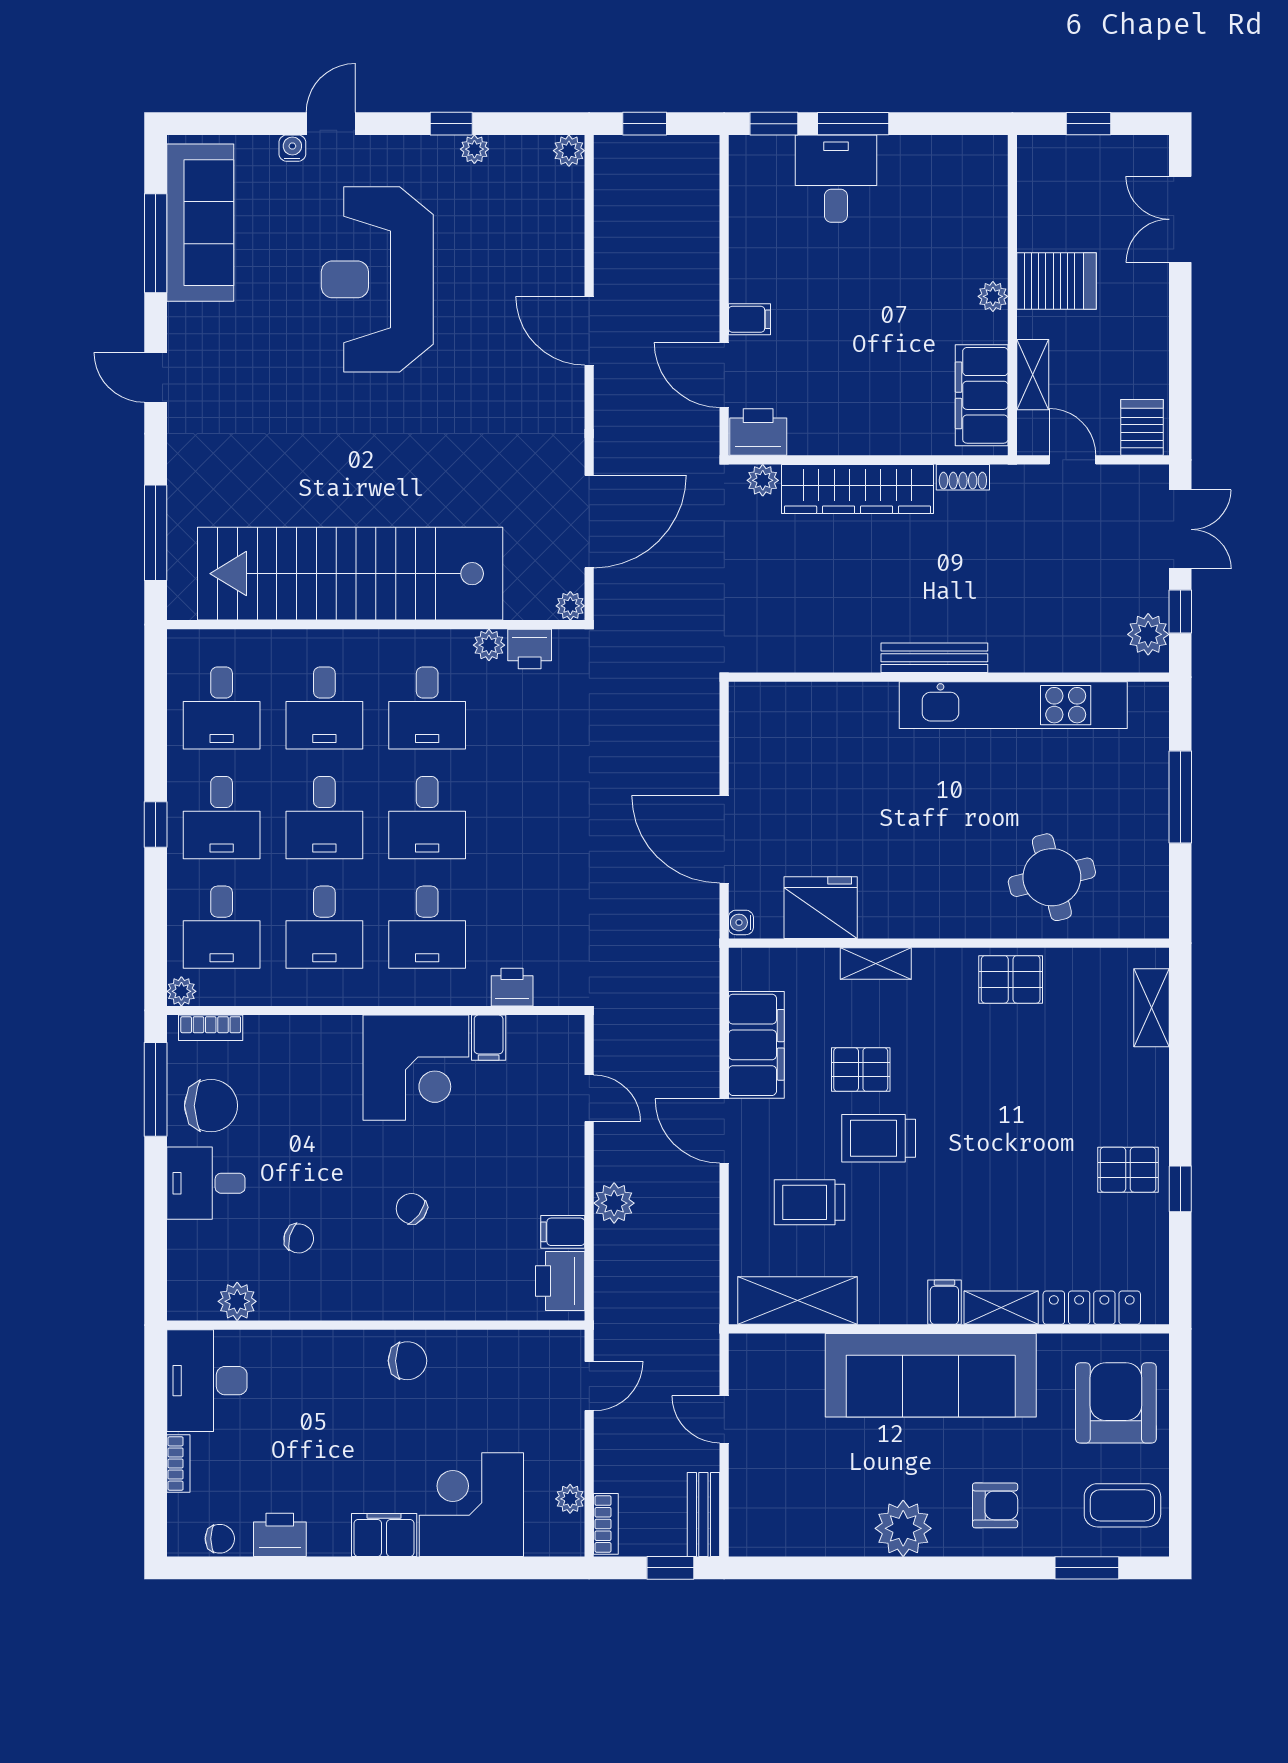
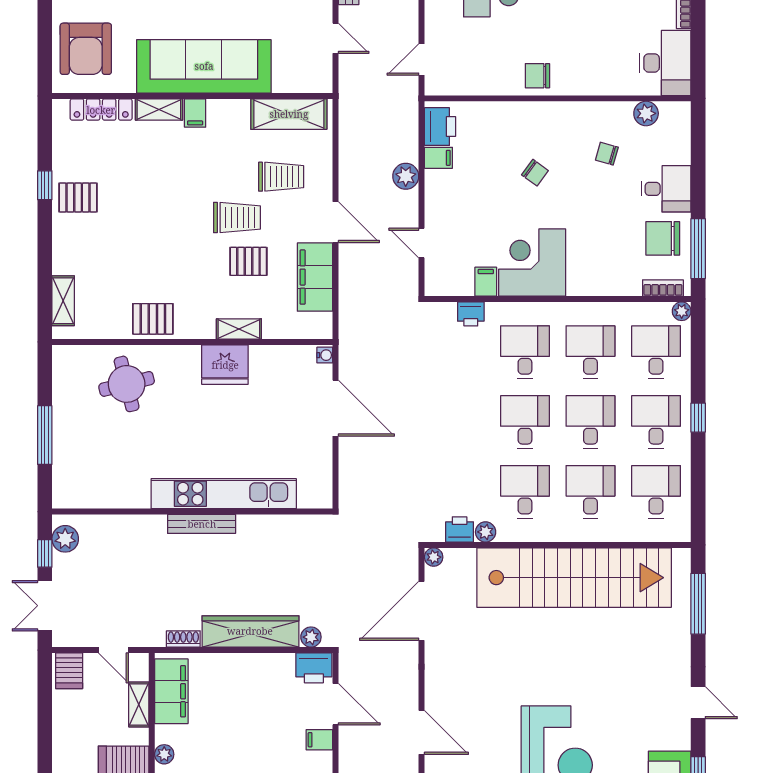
kitchen unit: (1013, 705) -> (224, 494), moved
fridge: (821, 908) -> (225, 365), moved

